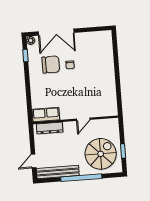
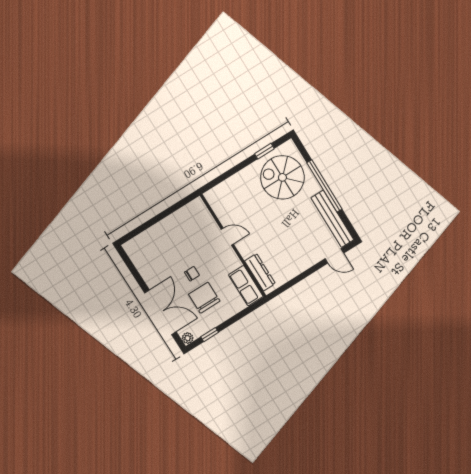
row of seats: (46, 115) -> (246, 286), moved
door: (83, 119) -> (227, 237), moved
wall: (75, 120) -> (233, 246), moved
dresser: (50, 128) -> (260, 272), moved

